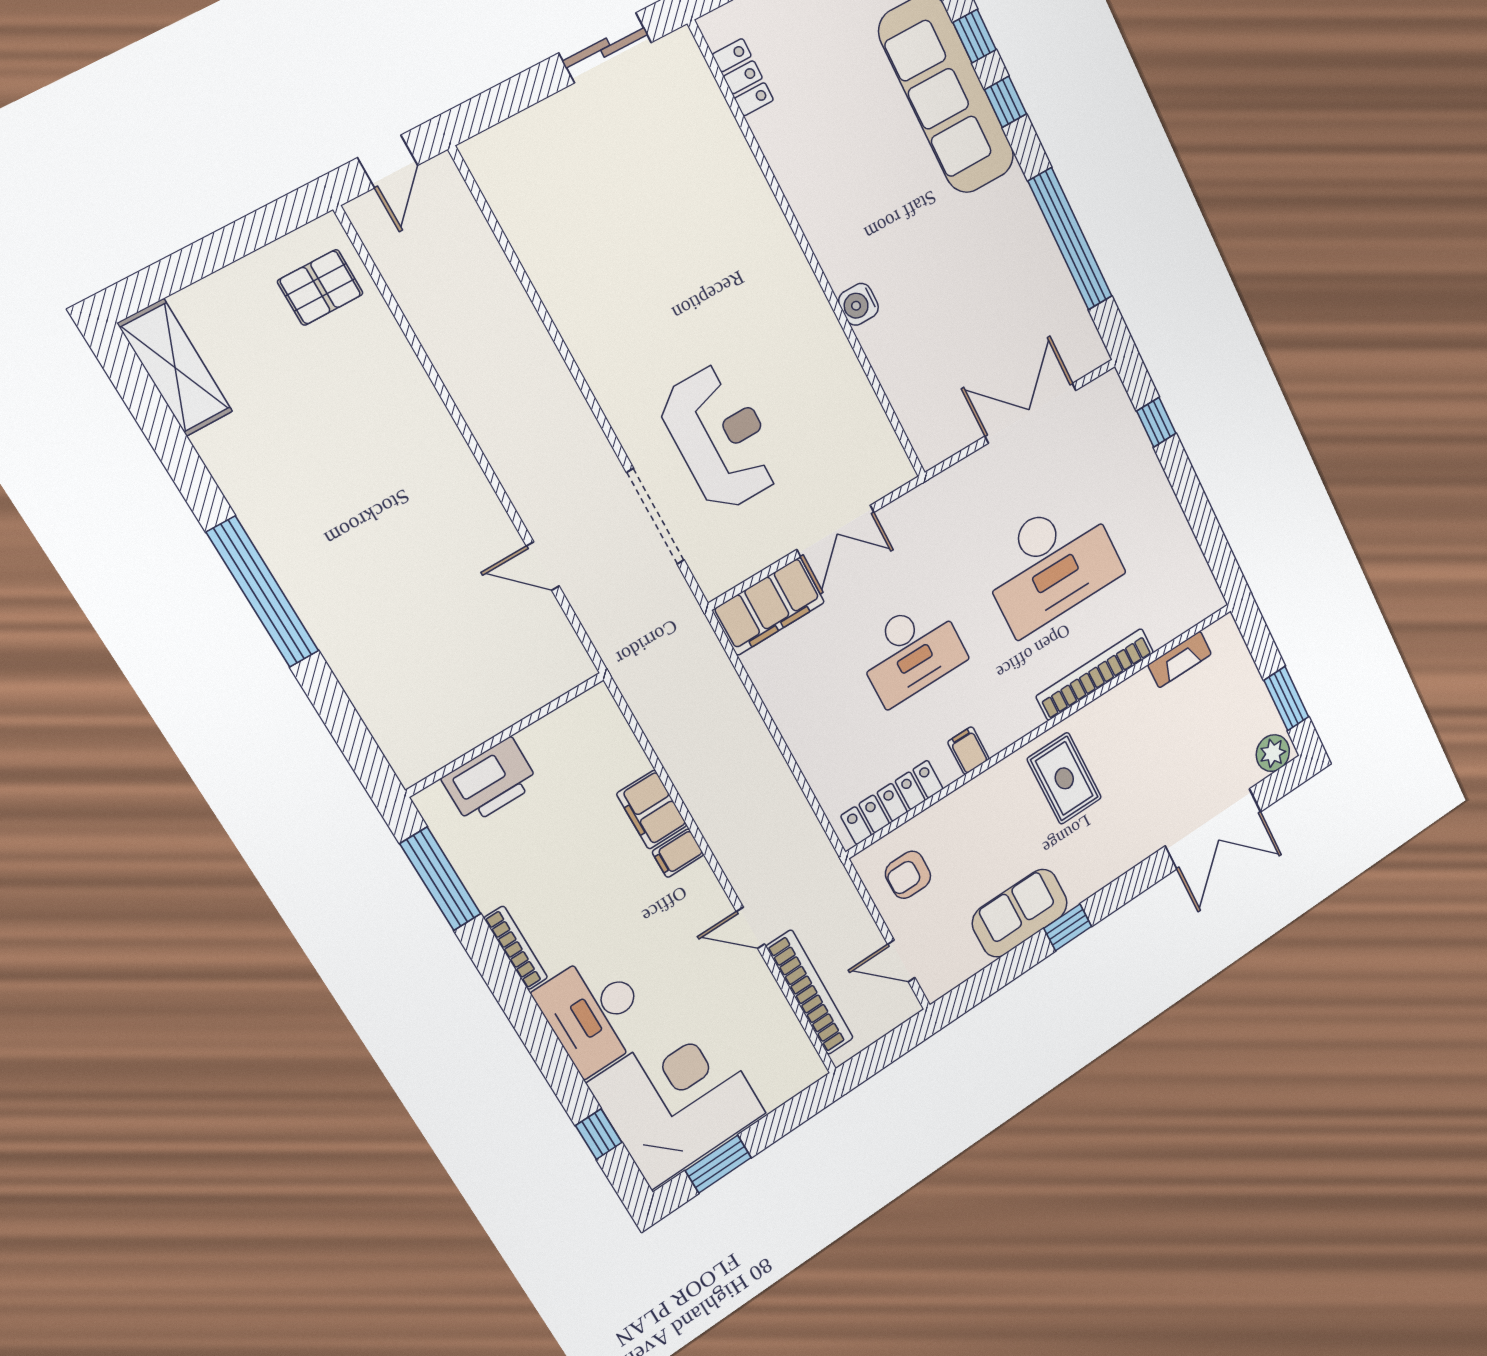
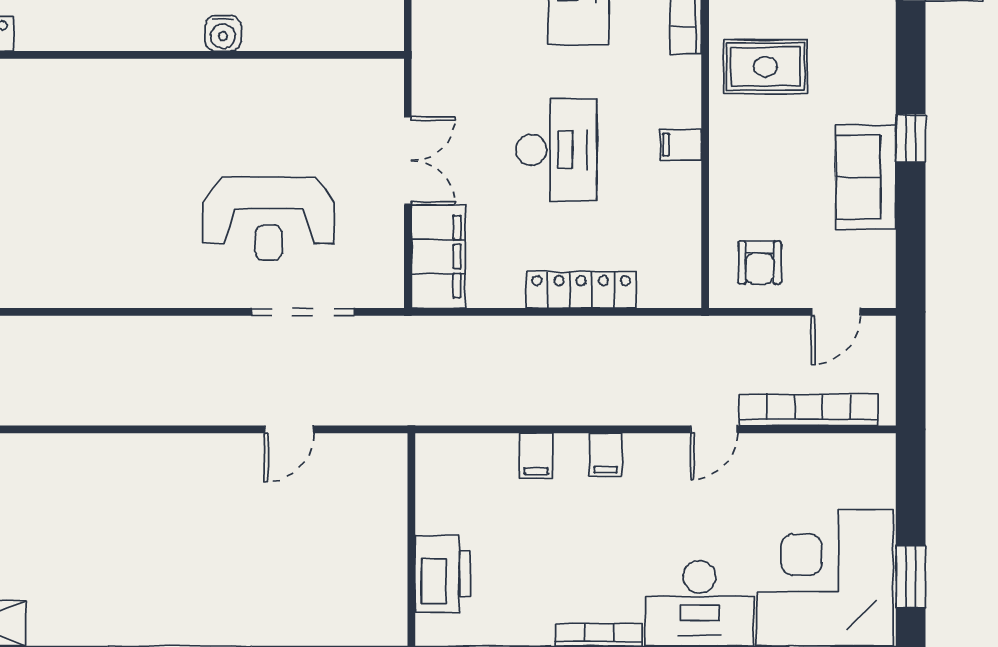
reception desk: (721, 438) -> (269, 219), turned 180
locker: (892, 802) -> (581, 290), moved, turned 90
filing cabinet: (652, 810) -> (536, 455), width x0.50

